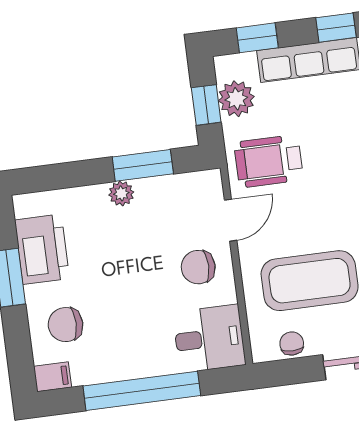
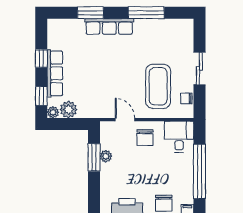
plant: (226, 67) -> (53, 112), added
window: (206, 105) -> (70, 124), removed
wheelchair: (269, 161) -> (100, 98), removed
plant: (121, 193) -> (106, 156), moved

